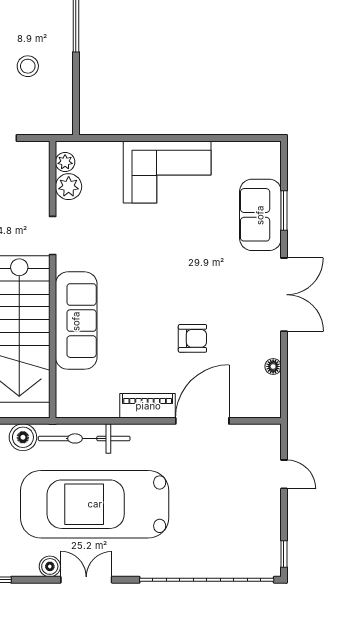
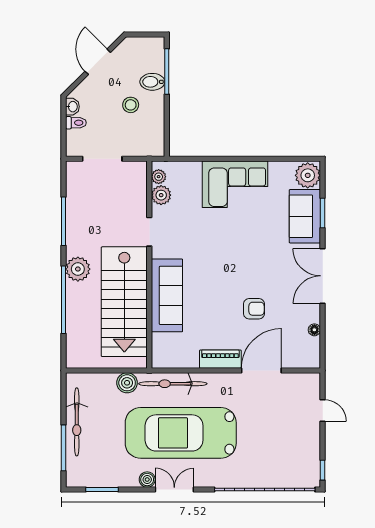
bidet: (57, 35) -> (152, 82), added
plant: (264, 160) -> (308, 175), added
double door: (284, 295) -> (323, 276), swing flipped

